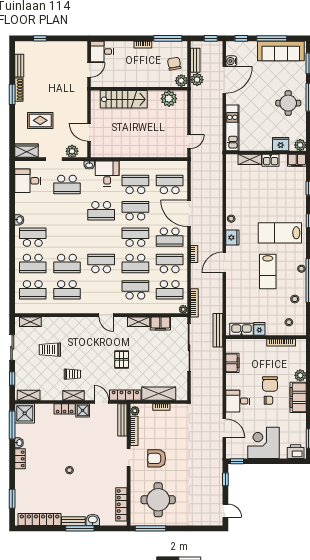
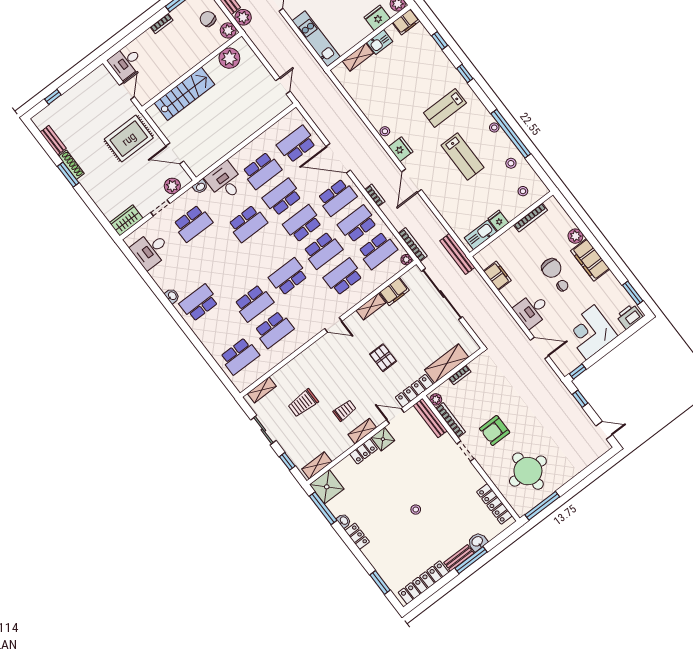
rug: (40, 120) -> (129, 139), moved, width x1.36, depth x1.43
school desk: (135, 184) -> (262, 171), turned 180
lab bench: (280, 233) -> (445, 108), width x0.73, depth x0.72
school desk: (33, 263) -> (219, 329), removed

